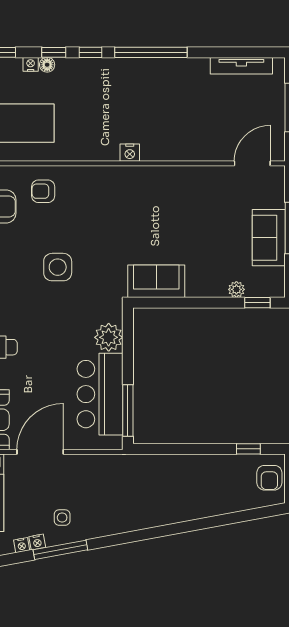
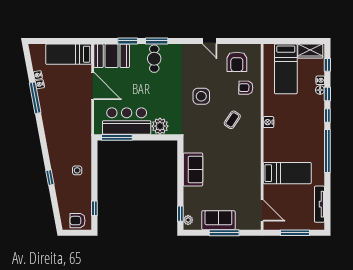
bed: (188, 121) -> (287, 173), added
nightstand: (130, 153) -> (268, 122), moved
armchair: (43, 191) -> (246, 88), turned -89
coffee table: (98, 214) -> (232, 120), added
sofa: (156, 281) -> (193, 169), moved
plant: (236, 289) -> (188, 220), moved
side table: (62, 518) -> (77, 170), moved
window: (196, 525) -> (50, 178), added

